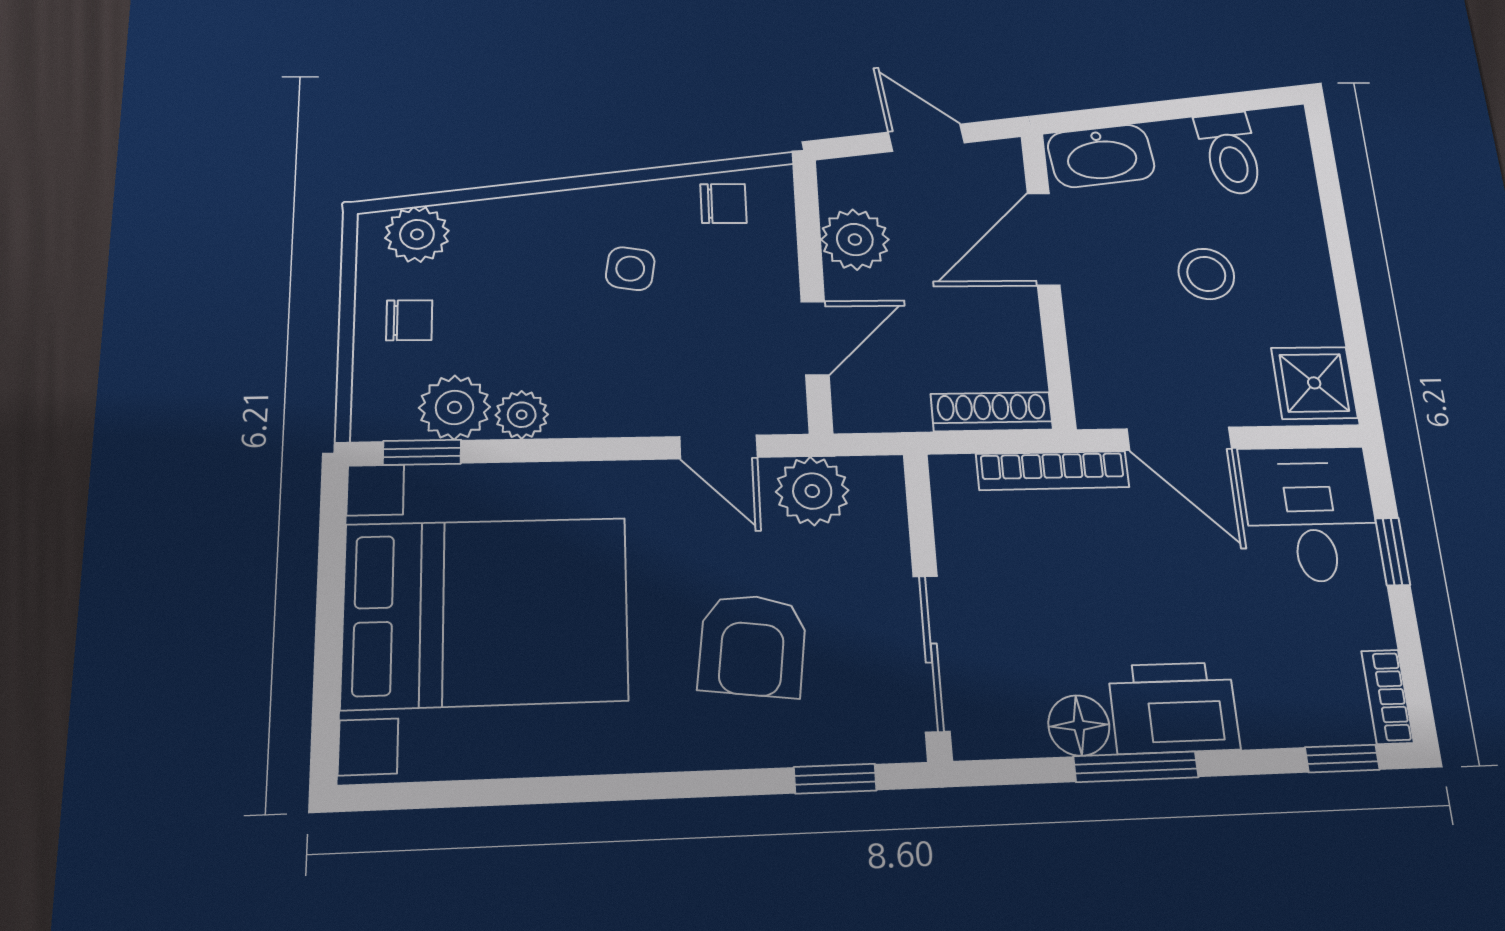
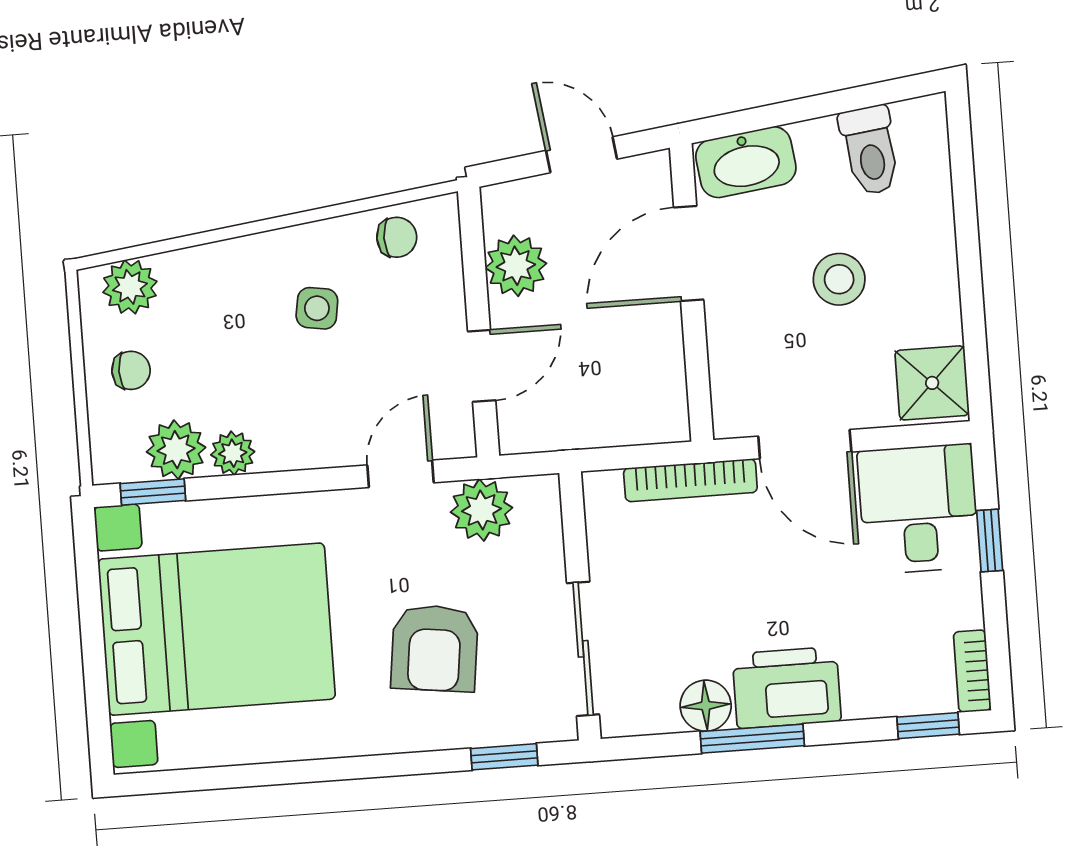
shoe rack: (992, 412) -> (638, 428), removed
door: (718, 447) -> (400, 474), swing flipped

